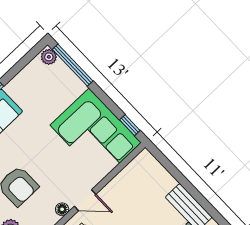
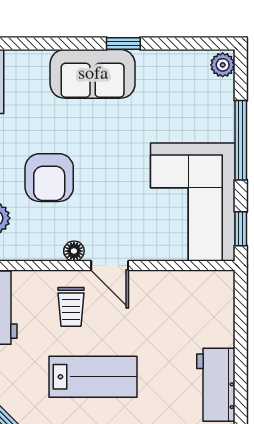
window: (73, 65) -> (241, 140), moved

